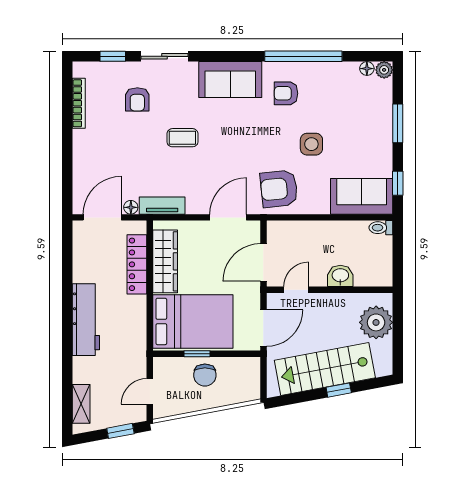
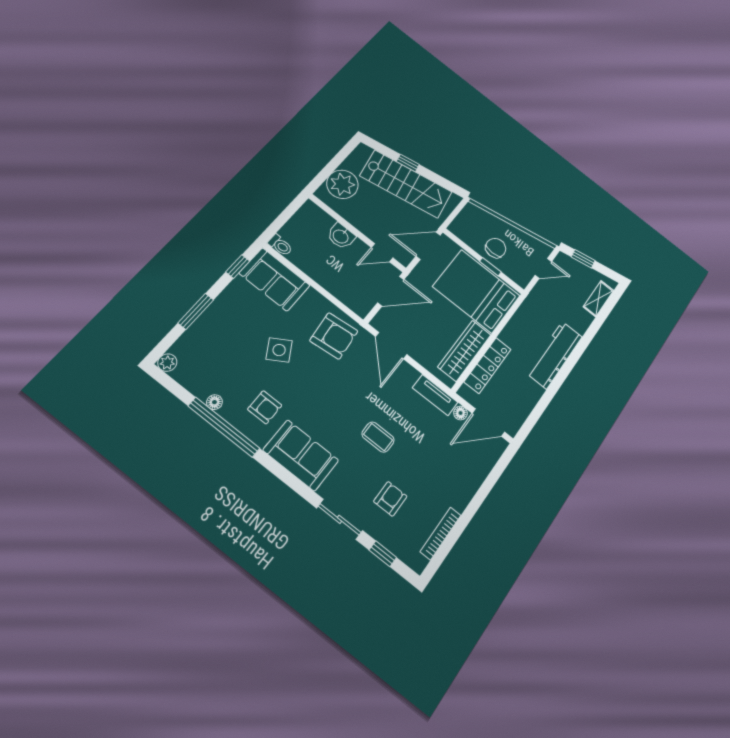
floor lamp: (367, 69) -> (214, 402), moved
side table: (311, 144) -> (279, 350), turned -31
door: (228, 217) -> (391, 346), hinge flipped

